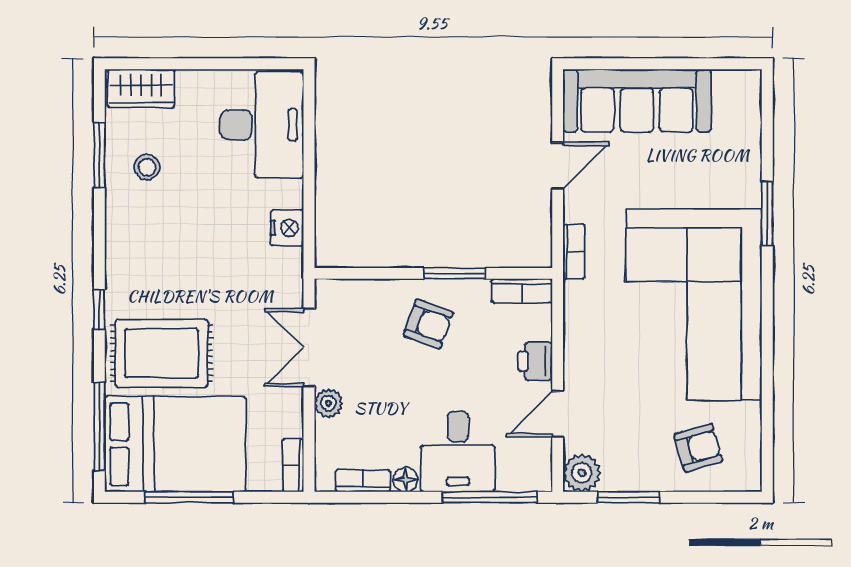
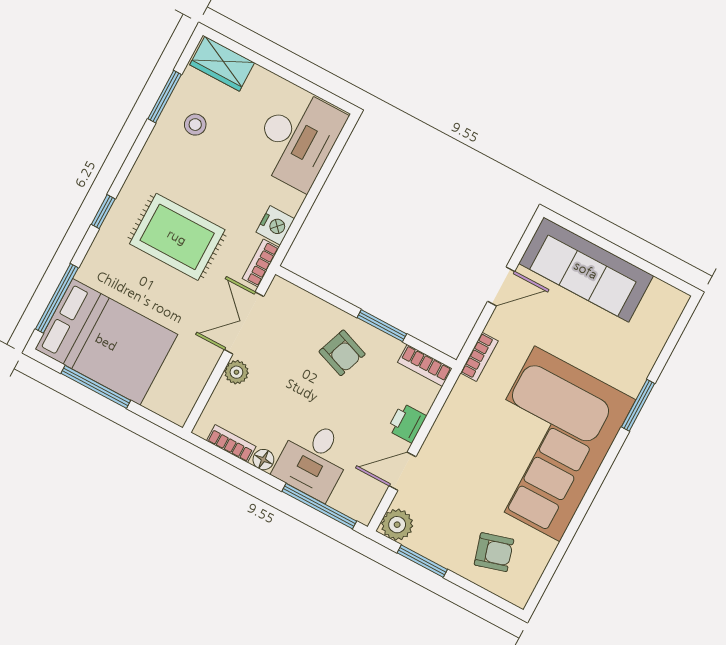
rug: (161, 353) -> (177, 237), moved
bookcase: (293, 465) -> (261, 263), moved

